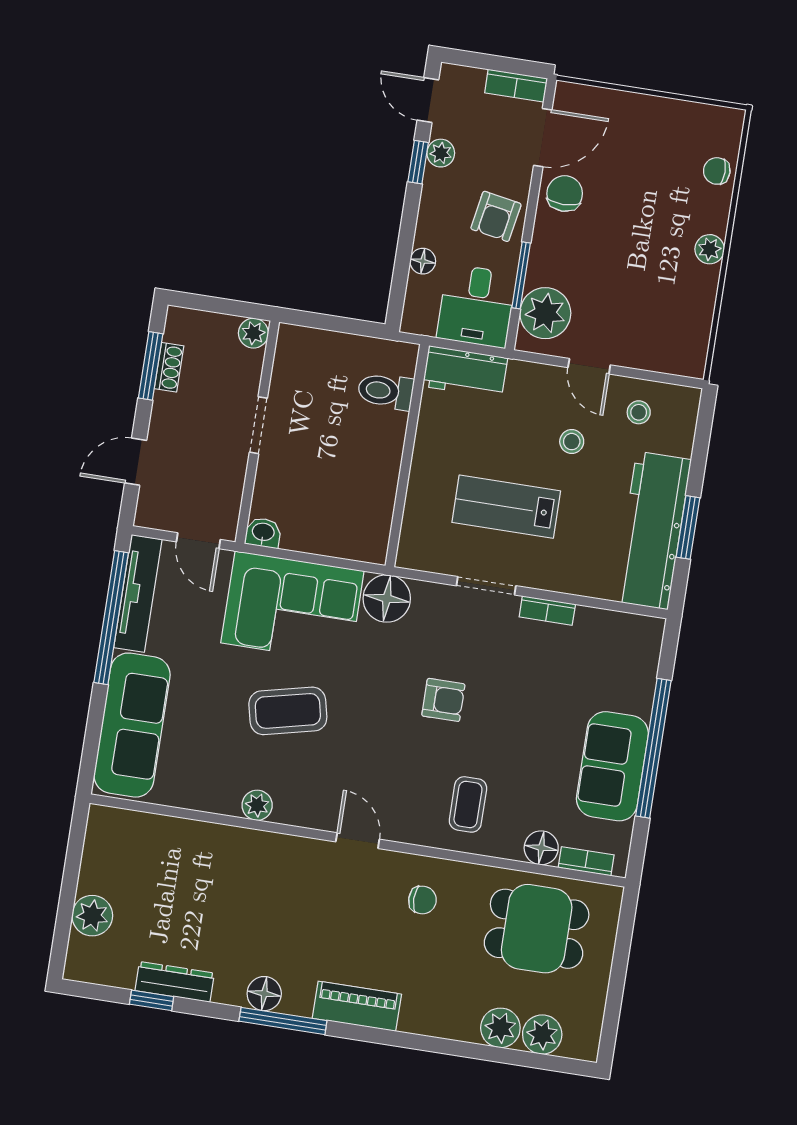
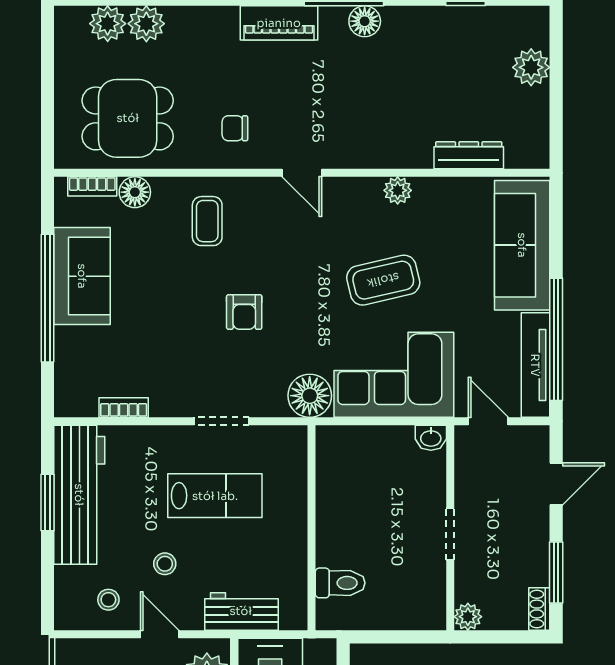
shoe rack: (169, 367) -> (539, 609), moved
workbench: (465, 372) -> (241, 611), moved
bookcase: (547, 611) -> (124, 408), moved
armchair: (443, 700) -> (244, 312), turned -90
dresser: (175, 982) -> (469, 155), moved, turned 180

